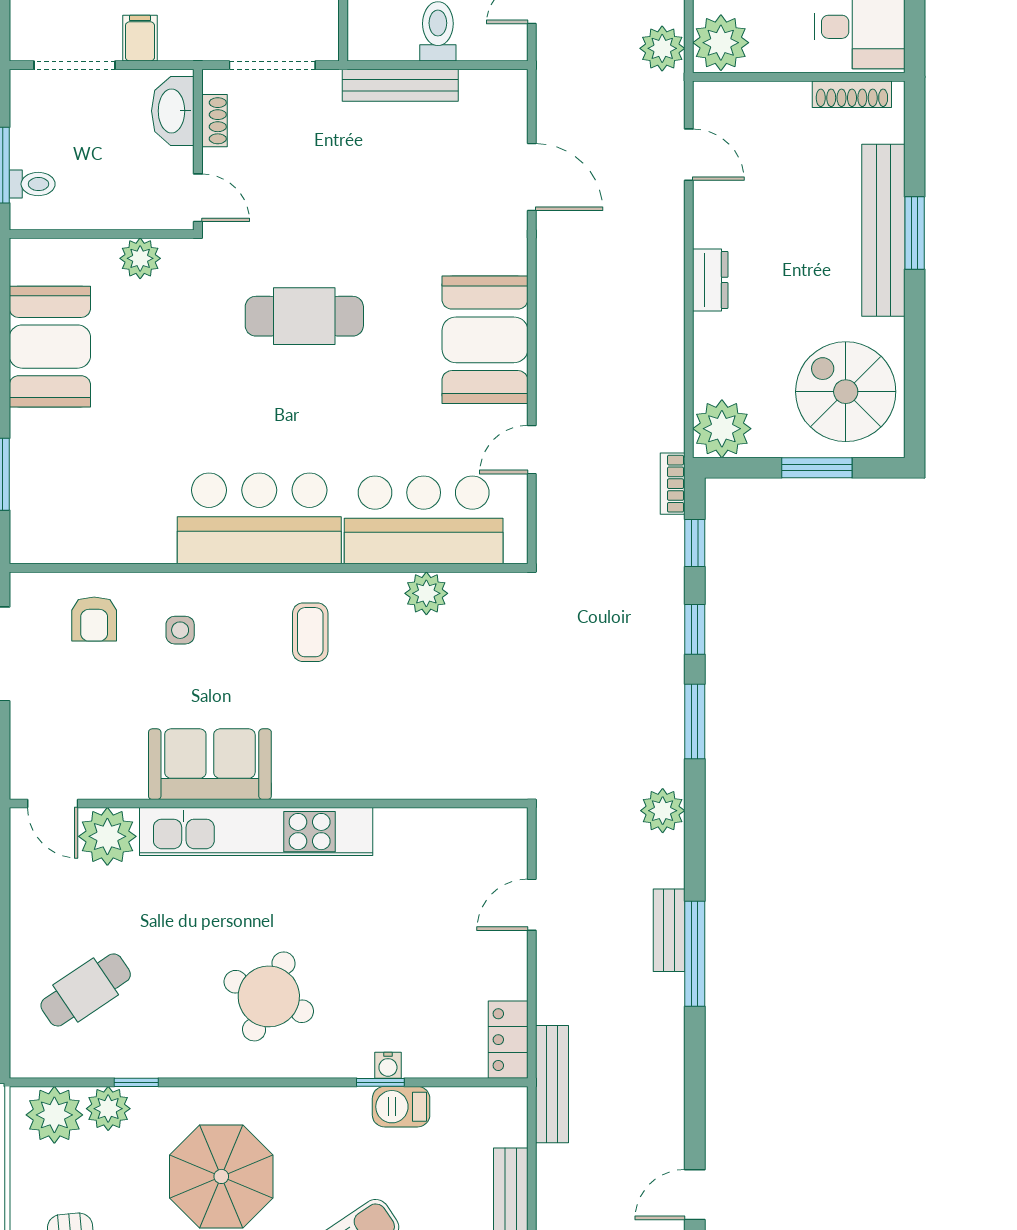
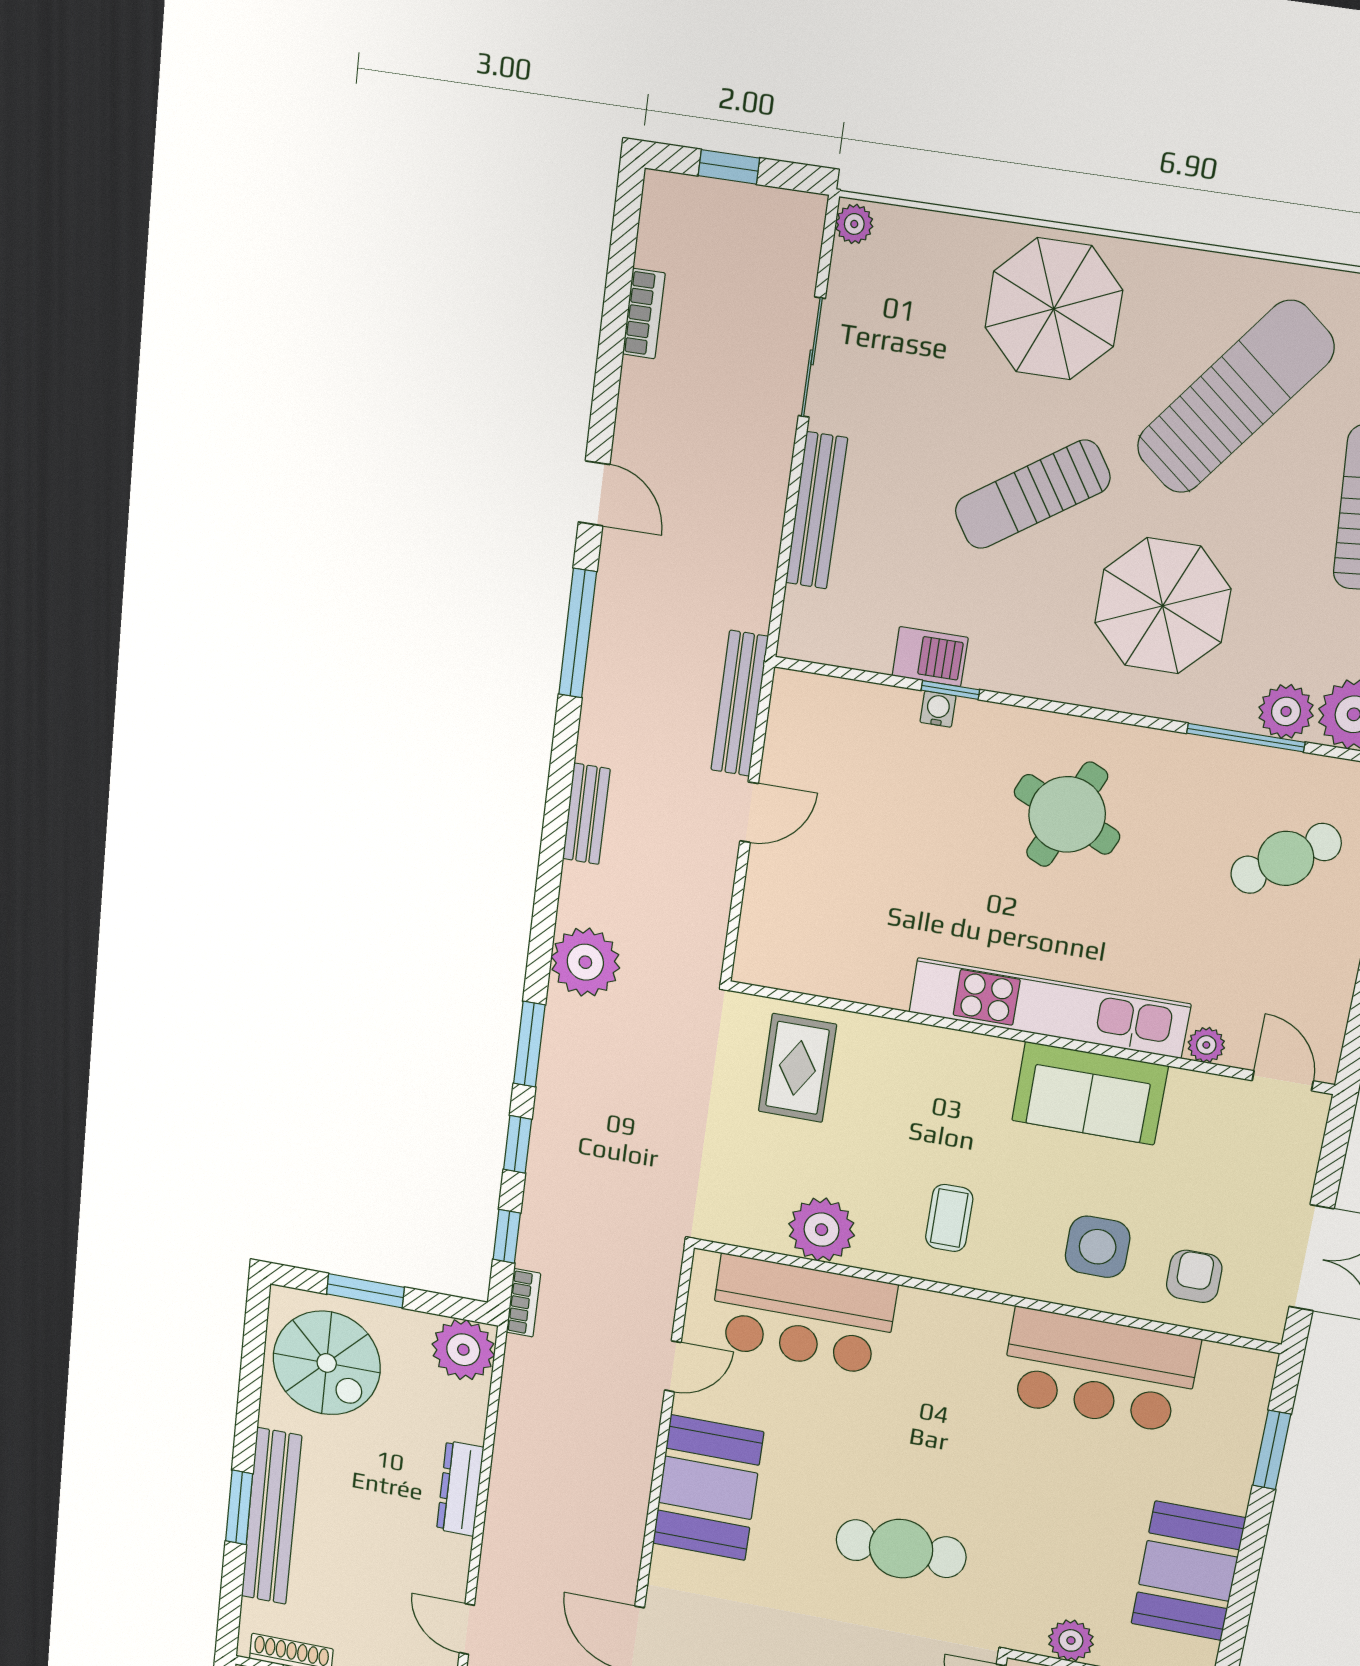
dresser: (710, 280) -> (460, 1489), width x1.44
bar counter: (259, 518) -> (1100, 1370), moved
plant: (426, 593) -> (822, 1230), width x1.36, depth x1.36
side table: (180, 630) -> (1098, 1247), width x1.87, depth x1.87
rug: (460, 742) -> (797, 1068), added
plant: (663, 811) -> (585, 962), width x1.36, depth x1.36
plant: (107, 836) -> (1206, 1045), width x0.53, depth x0.53
door: (532, 905) -> (749, 812), moved
window: (695, 954) -> (578, 633), moved
locker: (508, 1040) -> (791, 717), removed
window: (136, 1082) -> (1246, 738), width x2.17
bench: (552, 1084) -> (740, 703), moved
door: (695, 1195) -> (594, 493), hinge flipped

